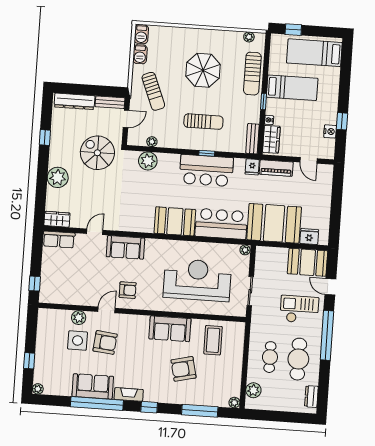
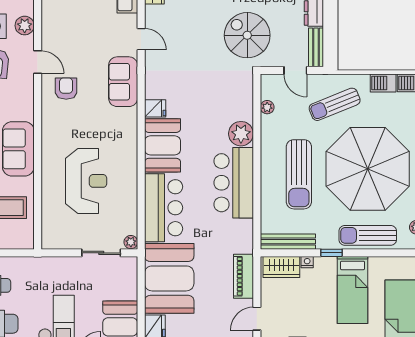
parasol: (203, 70) -> (368, 169), width x1.86, depth x1.86
sun lounger: (203, 122) -> (299, 174), width x1.36, depth x1.34
bench: (252, 139) -> (288, 242), width x1.36
spiral stairs: (97, 153) -> (247, 35), turned -90
window: (207, 153) -> (257, 182), removed
plant: (148, 161) -> (241, 134), moved
fridge: (252, 167) -> (155, 108), moved, turned 180
reception desk: (197, 280) -> (86, 181), width x0.74, depth x0.77
armchair: (128, 290) -> (66, 89), turned 180
sliding door: (250, 291) -> (101, 253), moved

